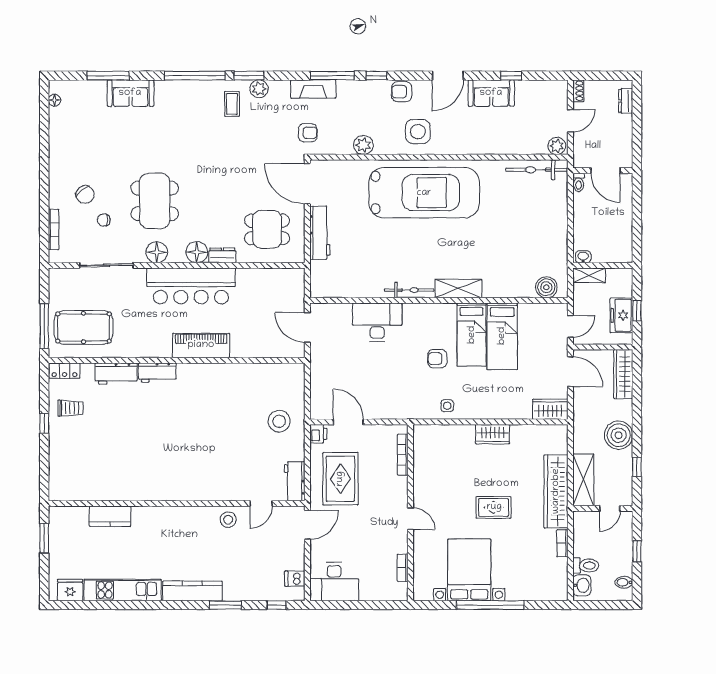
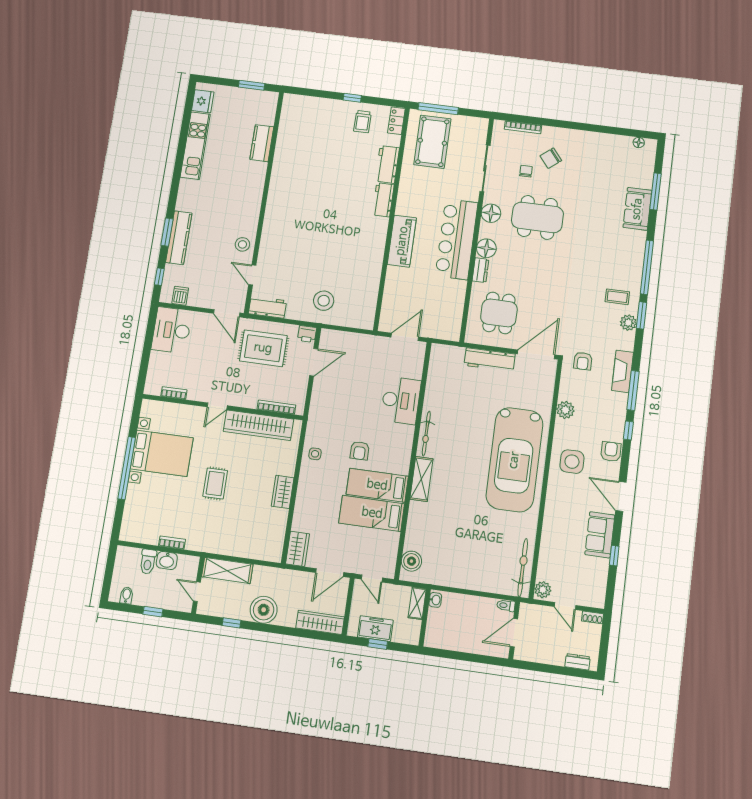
armchair: (437, 359) -> (360, 451), turned 180
wardrobe: (556, 491) -> (258, 425), moved, turned 180
washbasin: (582, 585) -> (167, 560), moved
kitchen counter: (192, 591) -> (179, 238), moved

